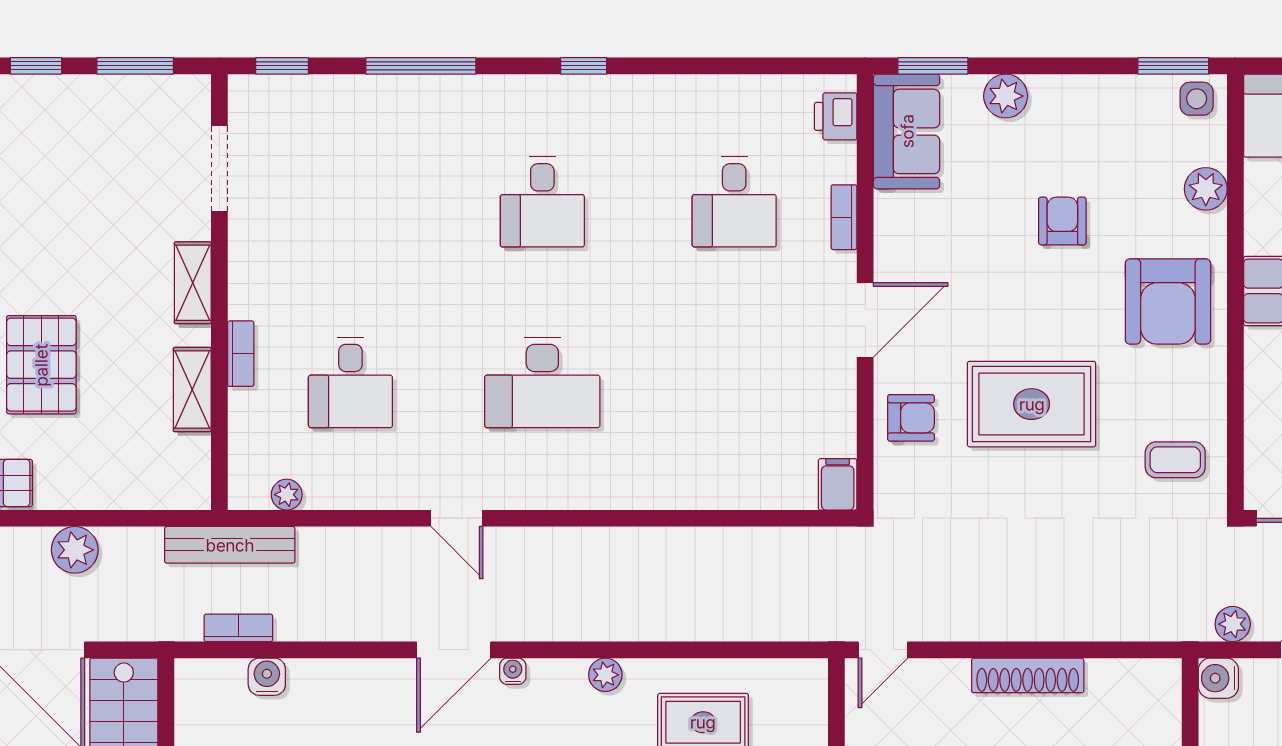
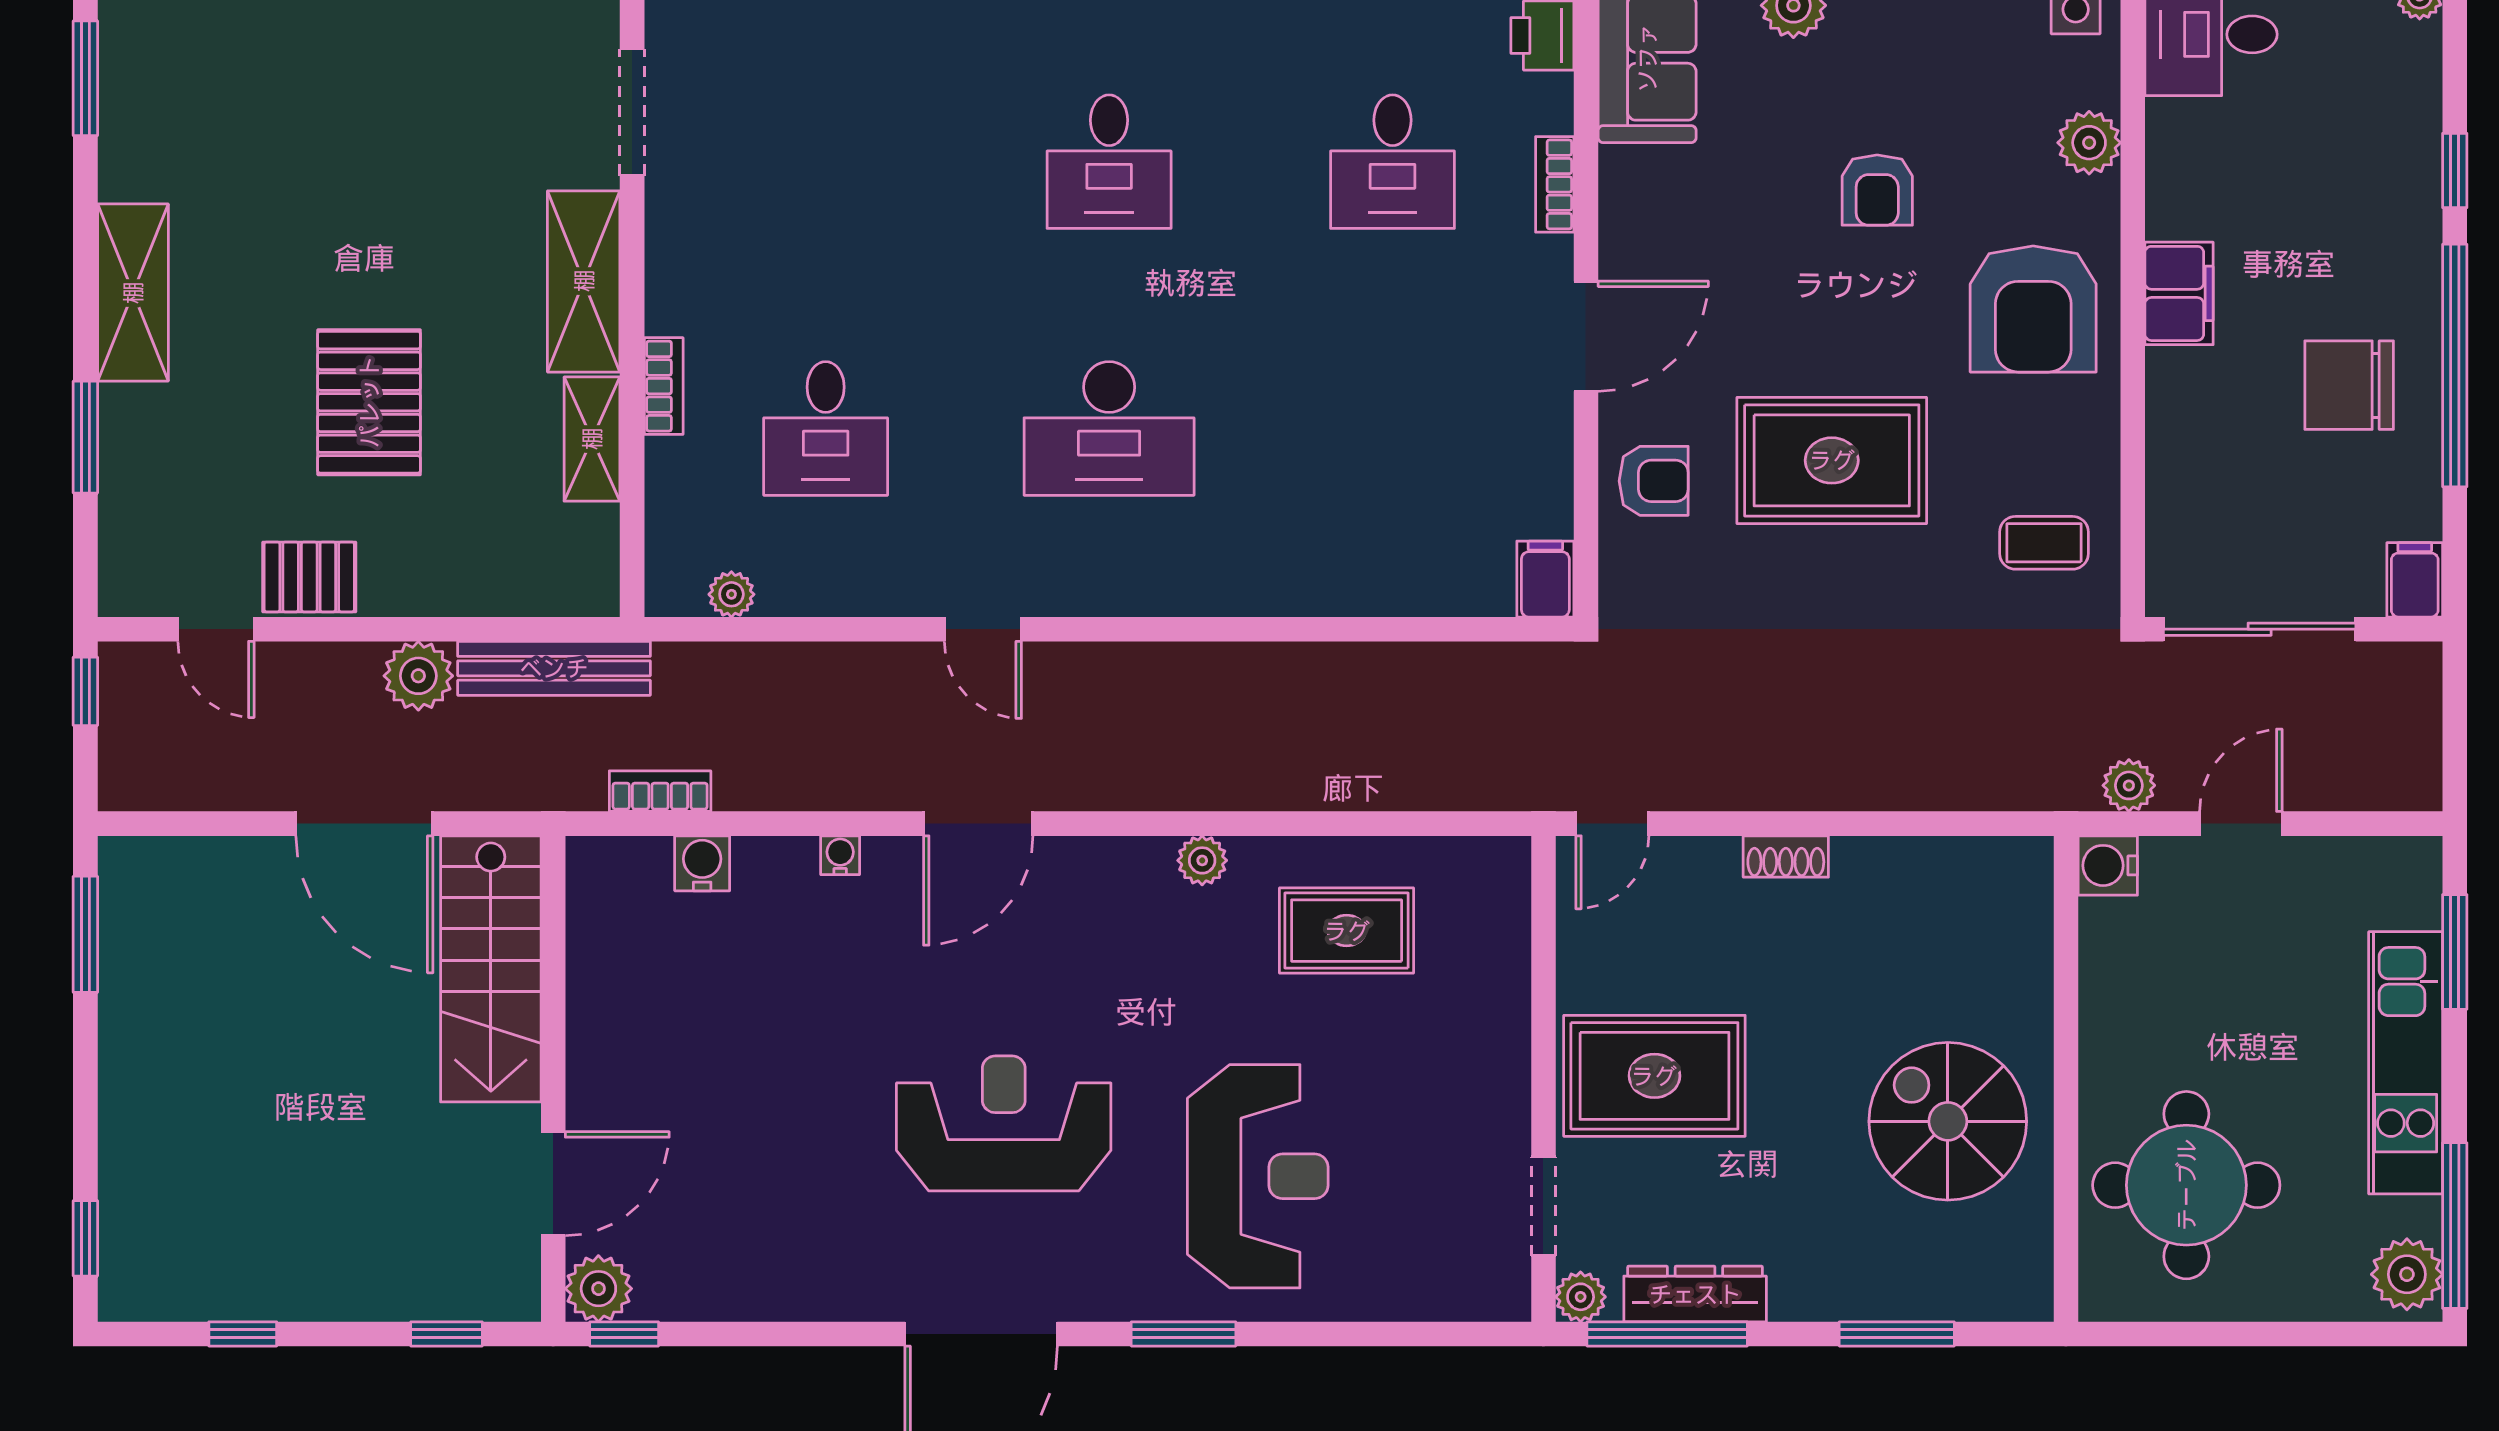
armchair: (1062, 221) -> (1877, 190), turned 180
shelving: (193, 283) -> (584, 281), width x1.50, depth x1.33
bench: (230, 545) -> (554, 668), moved
water cooler: (513, 671) -> (840, 855), moved
shoe rack: (1028, 675) -> (1786, 856), width x0.51, depth x0.81

